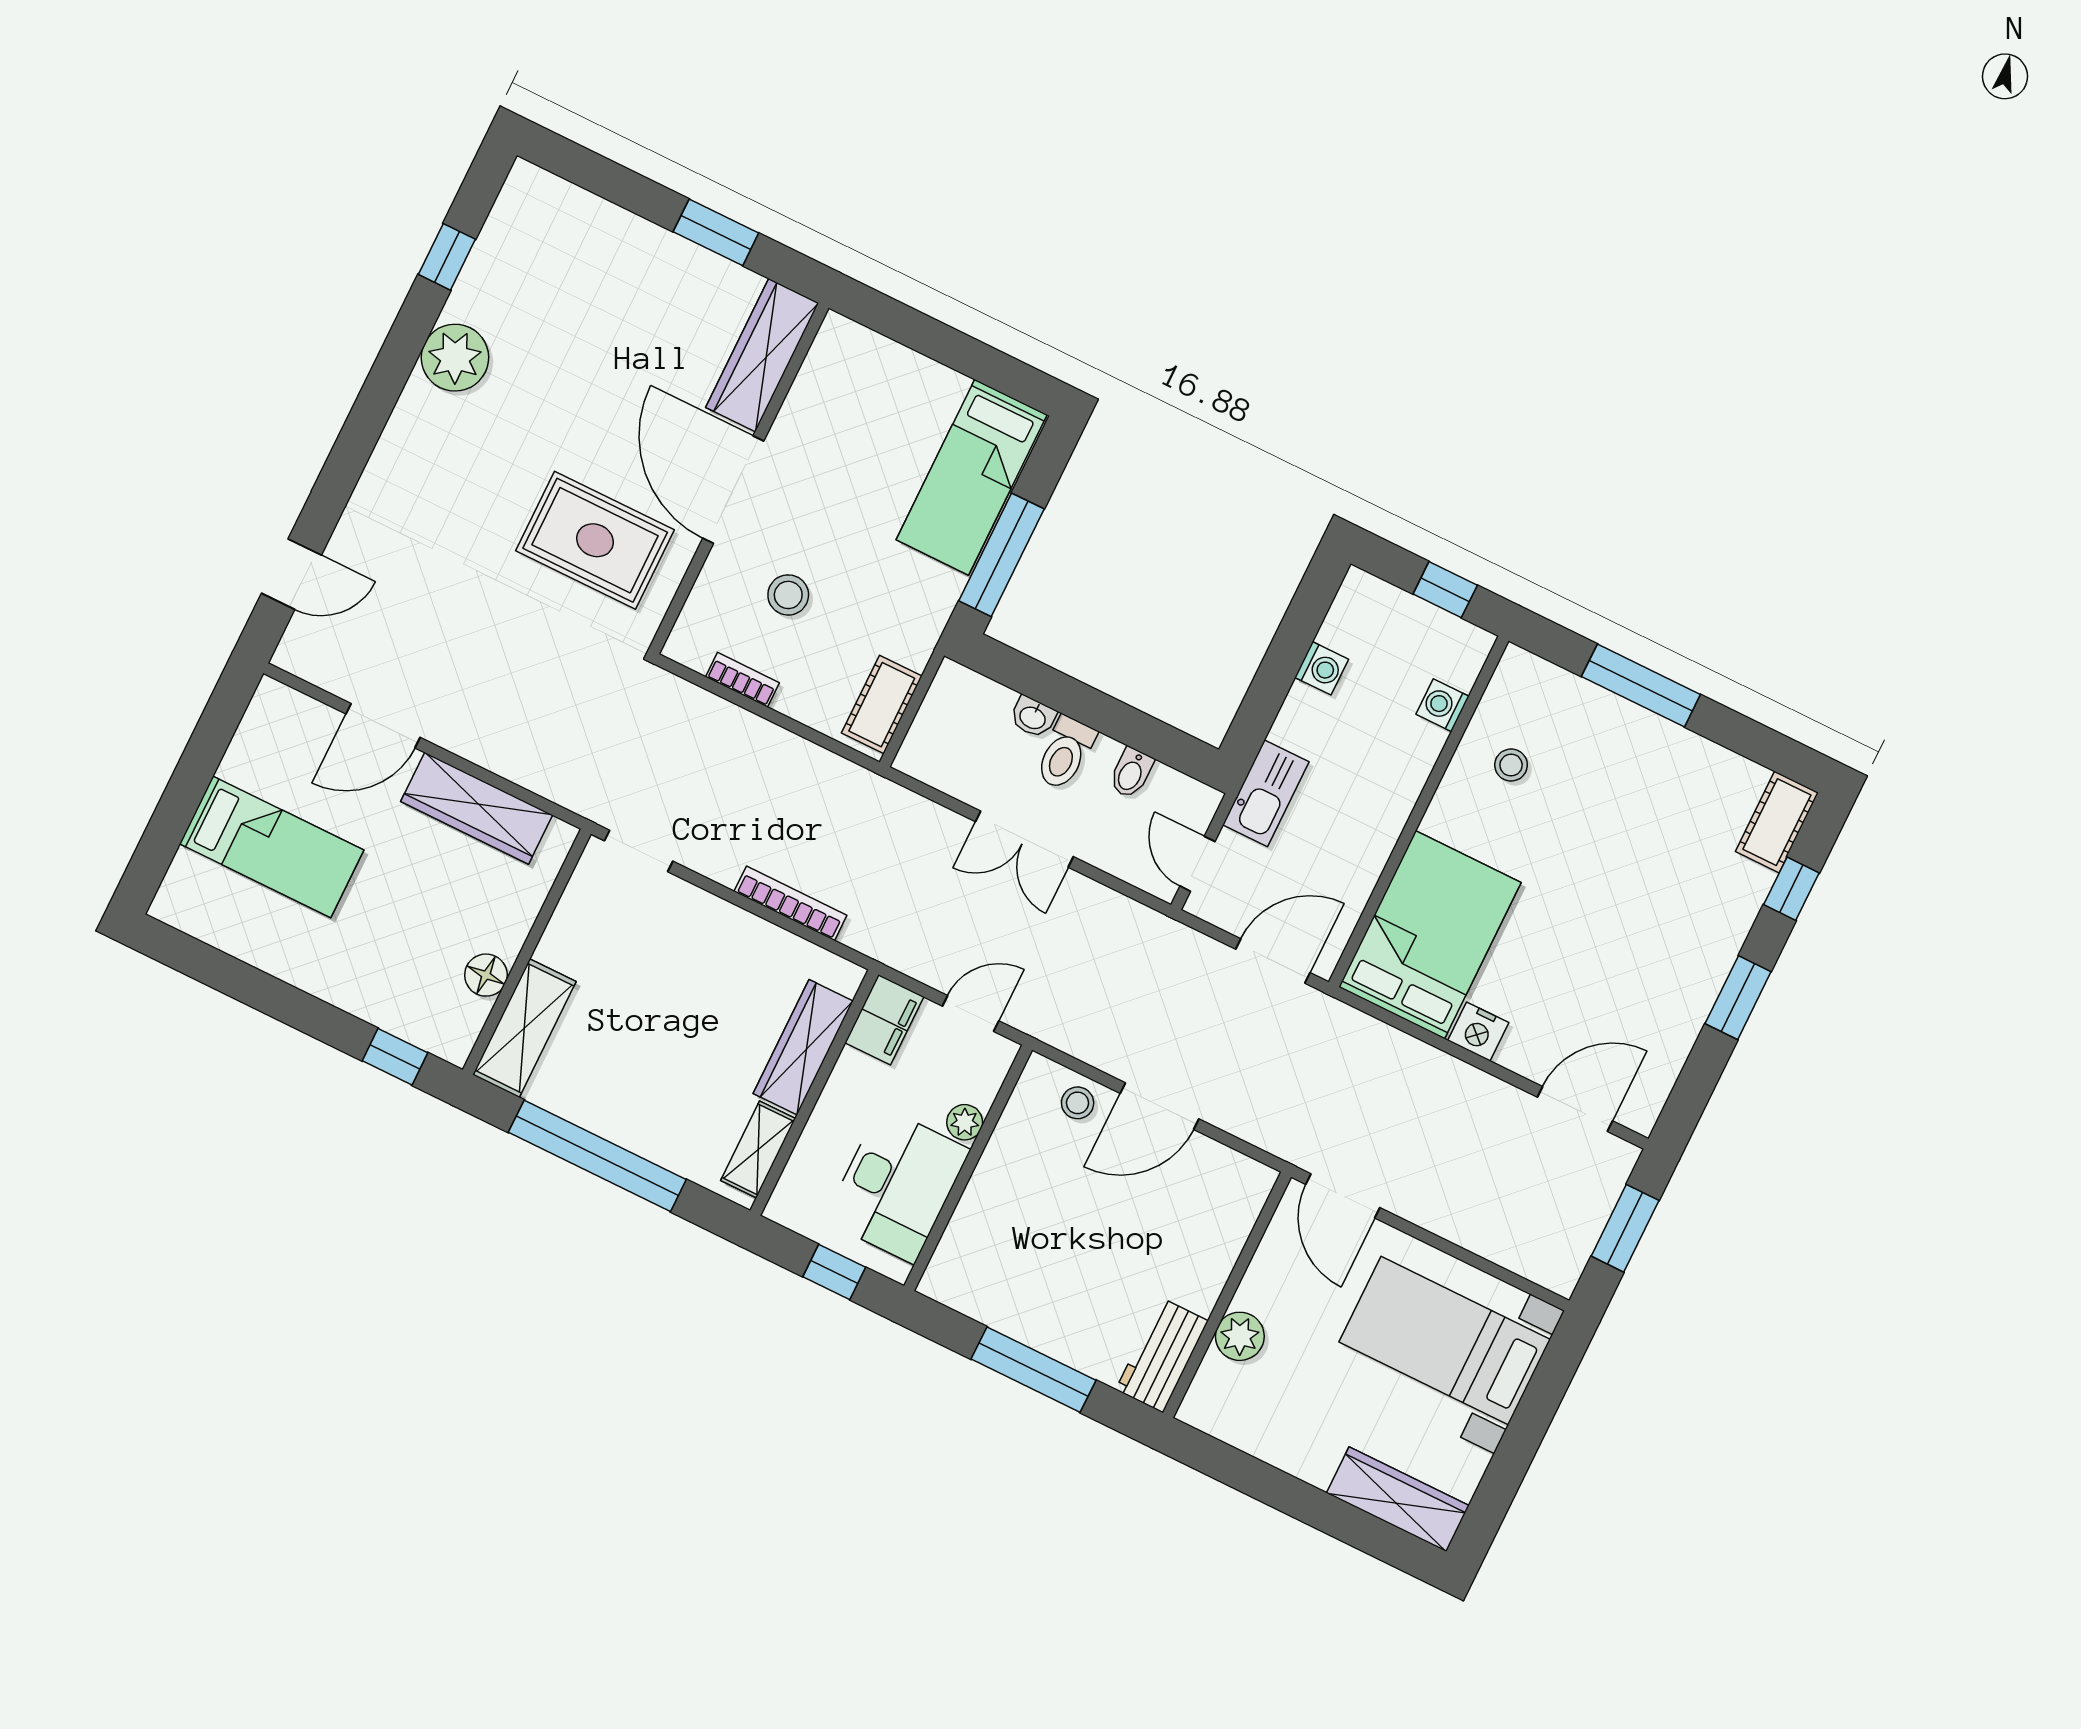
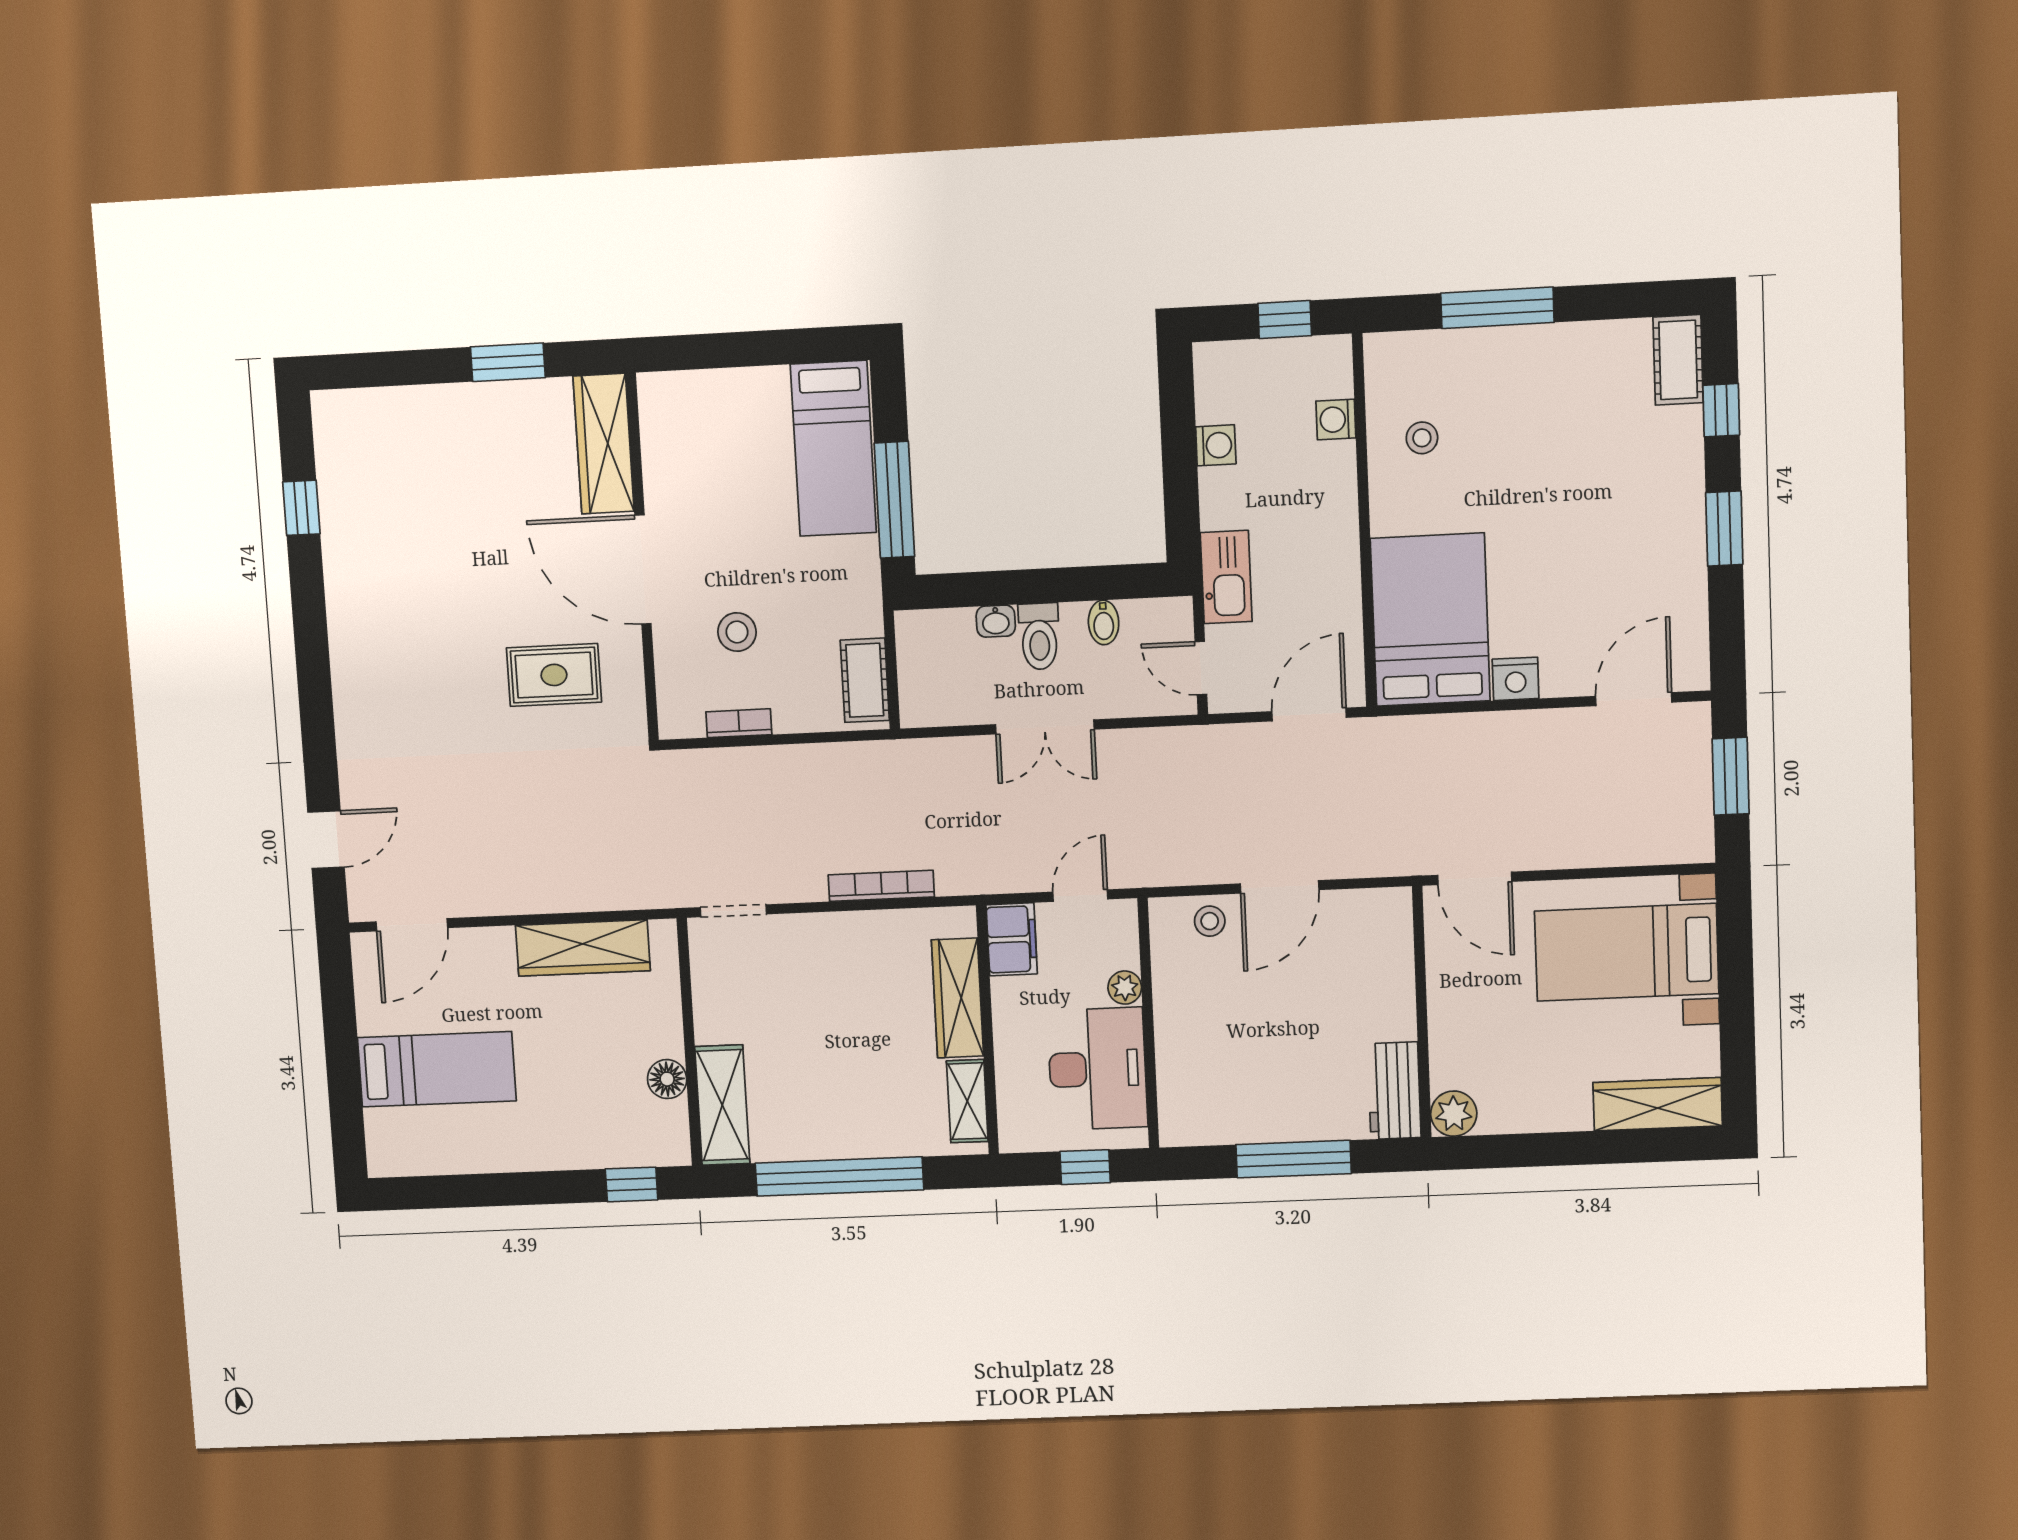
plant: (455, 358) -> (355, 588), removed
rug: (595, 540) -> (554, 675), width x0.73, depth x0.70
door: (383, 726) -> (412, 925), moved
plant: (1240, 1336) -> (1454, 1114), moved

